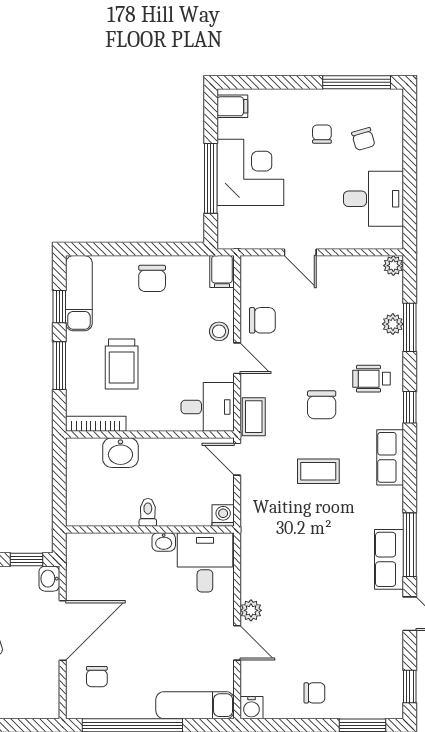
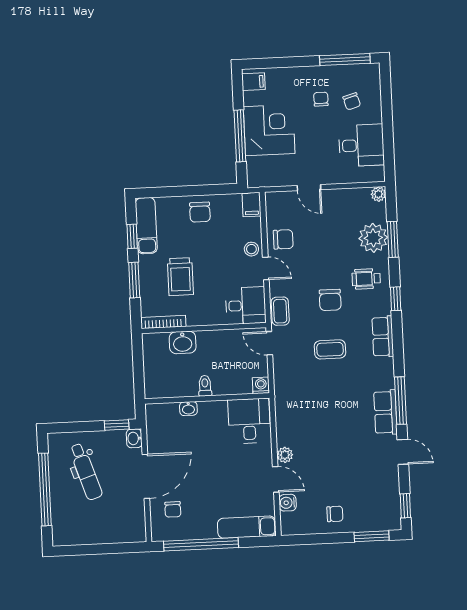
plant: (393, 324) -> (373, 238), width x1.88, depth x1.88
washbasin: (164, 542) -> (188, 409), moved
water cooler: (251, 708) -> (288, 503), moved, turned 90

